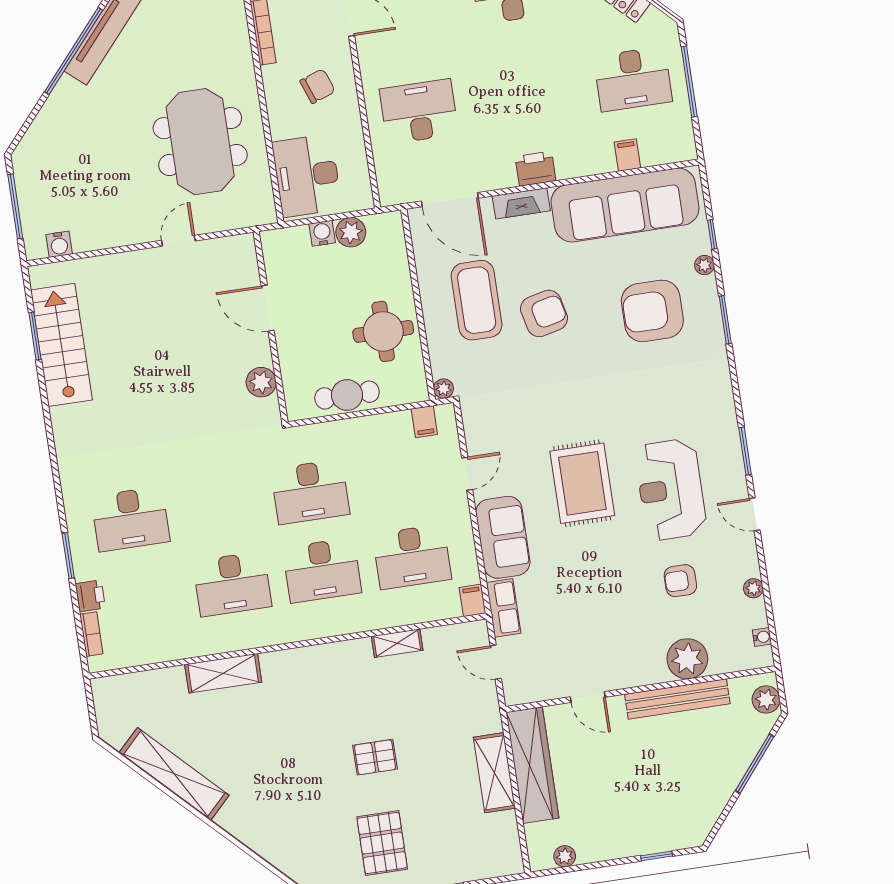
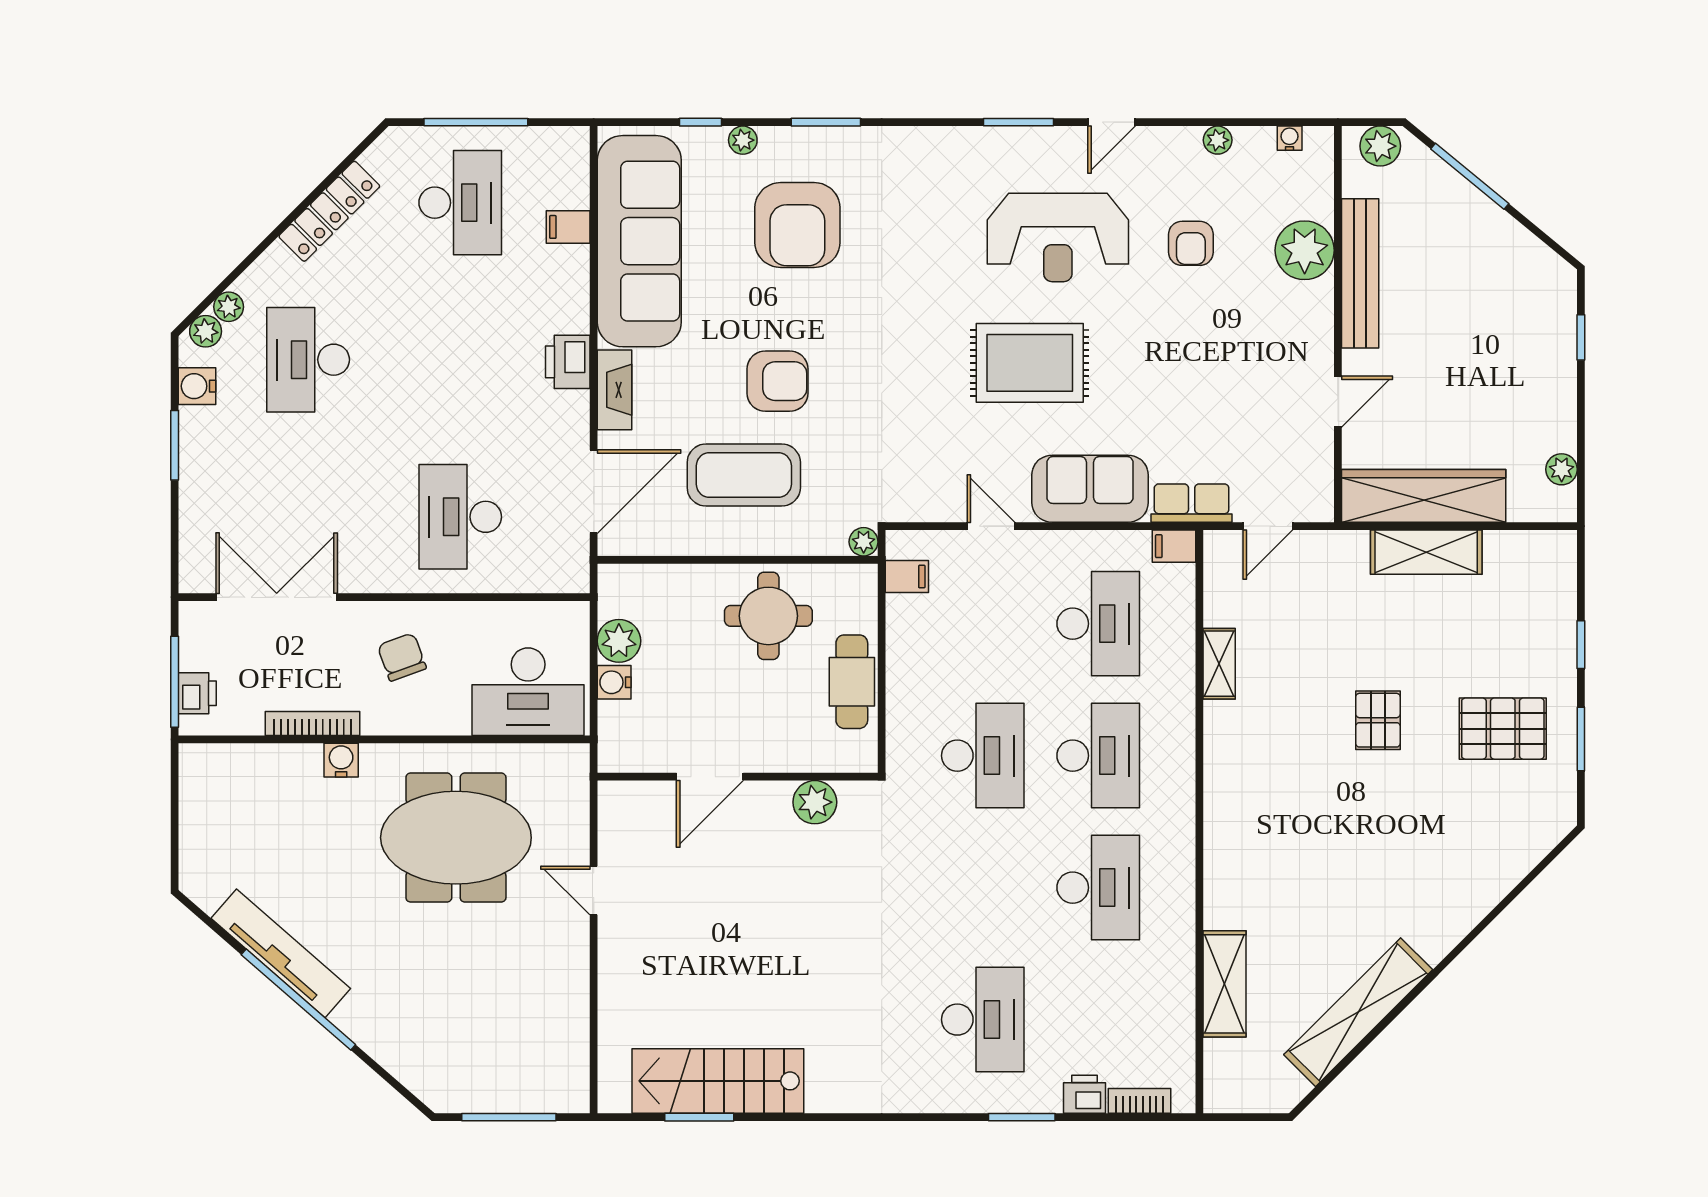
water cooler: (59, 244) -> (341, 760), moved, turned -90
armchair: (544, 313) -> (778, 381), turned 103
shelving: (223, 673) -> (1224, 984), moved

